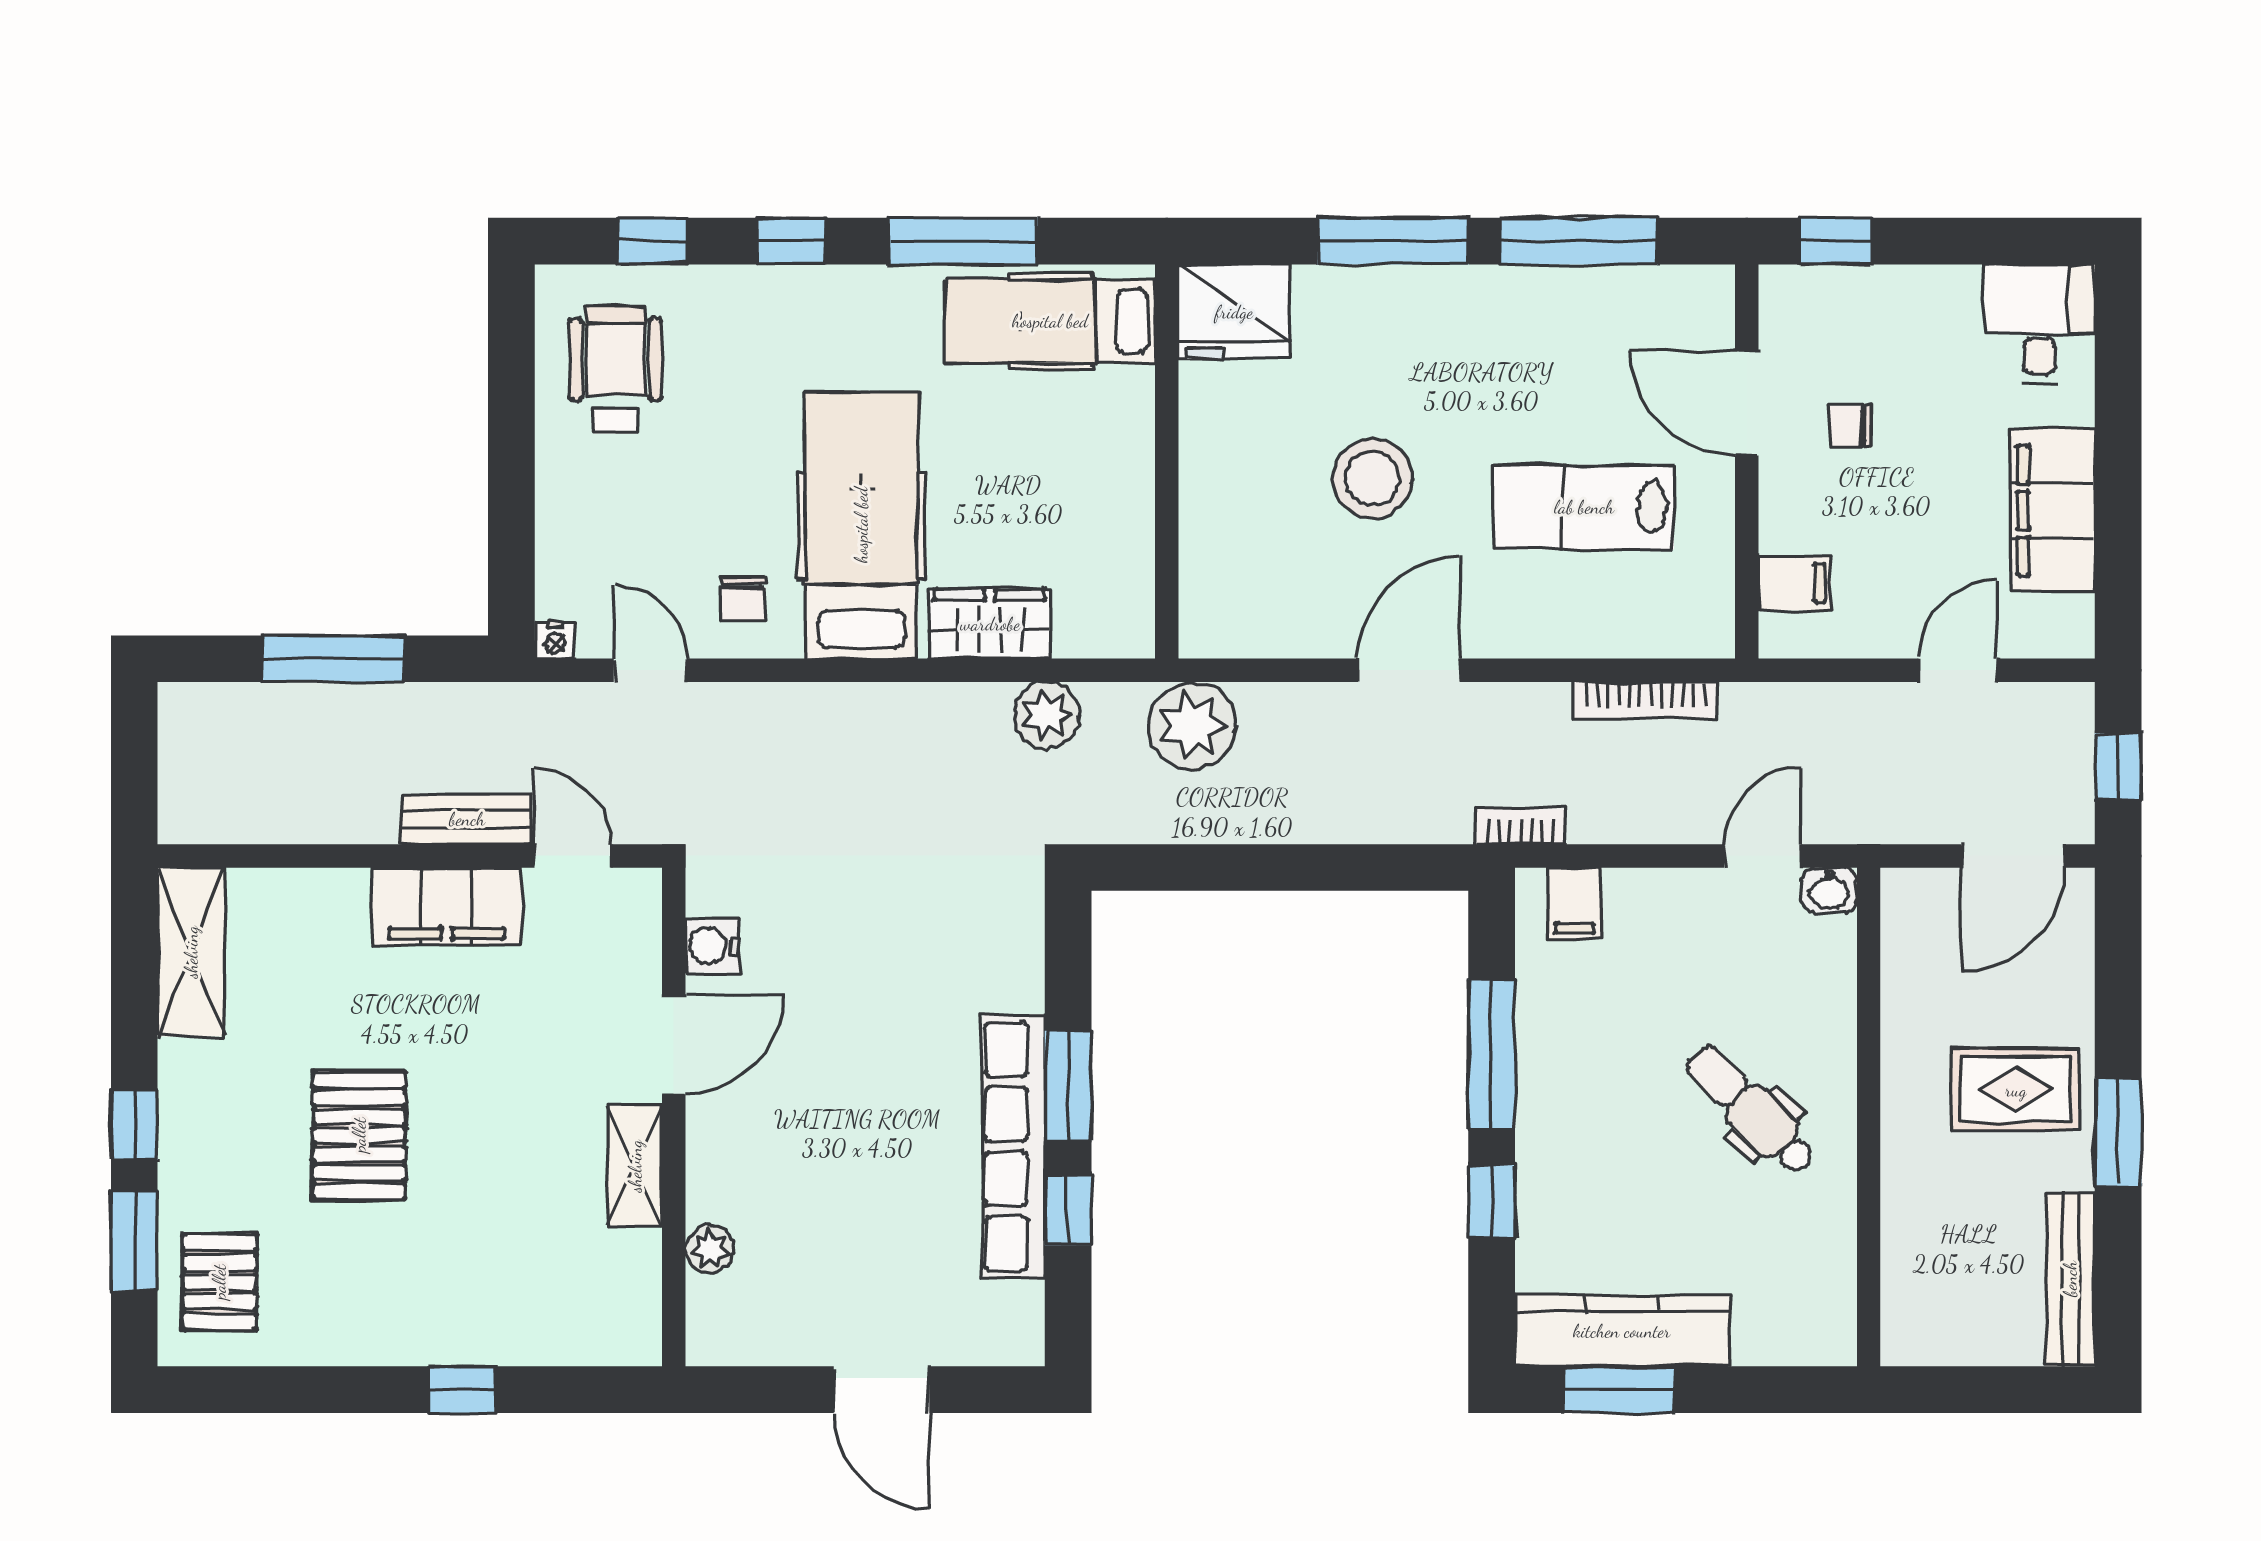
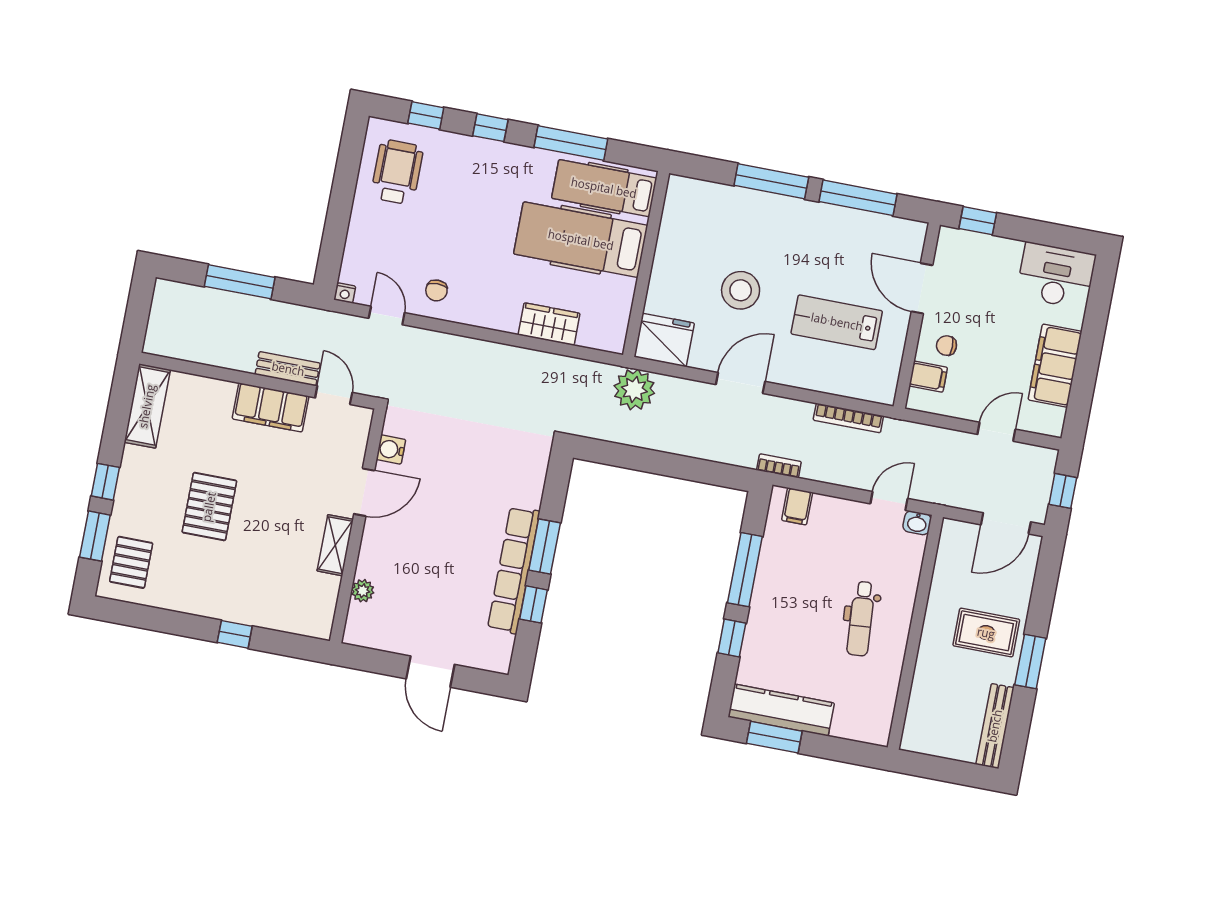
fridge: (1234, 312) -> (664, 340), moved, turned 180
desk: (2040, 324) -> (1056, 276), width x1.37
chair: (1851, 426) -> (947, 346), moved
hospital bed: (861, 525) -> (581, 240), moved, turned -90
plant: (1047, 715) -> (568, 372), removed
dental chair: (1751, 1110) -> (861, 619), turned -139

